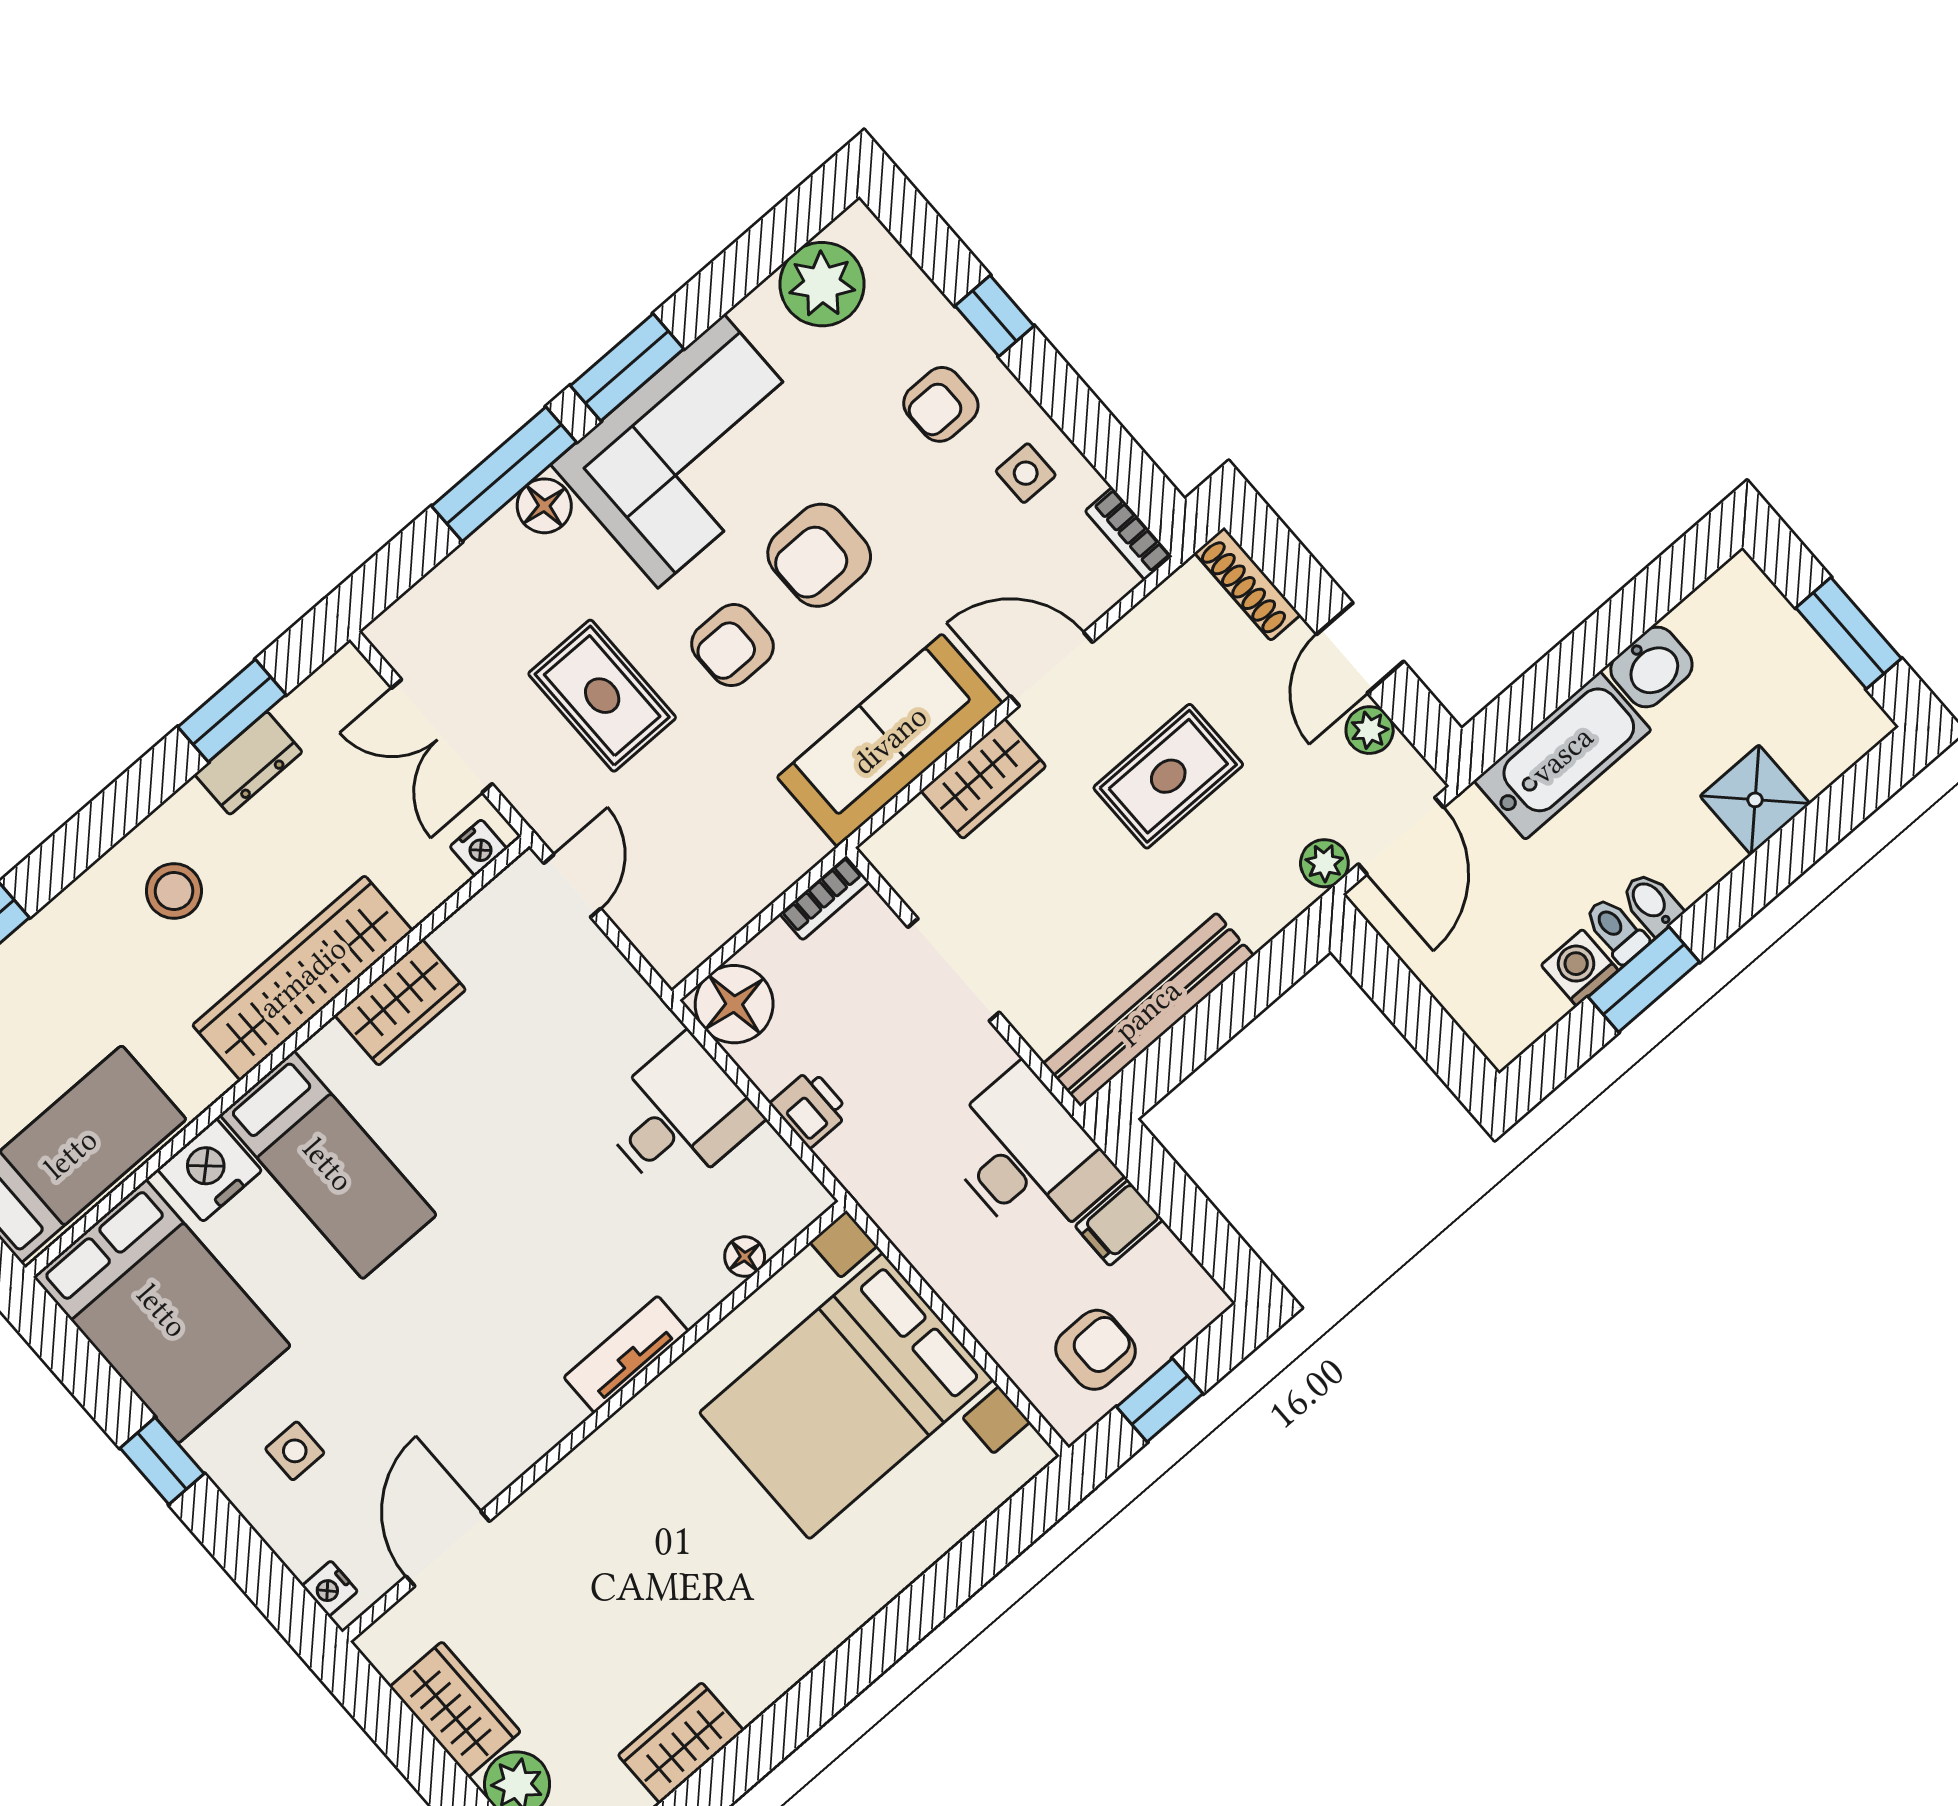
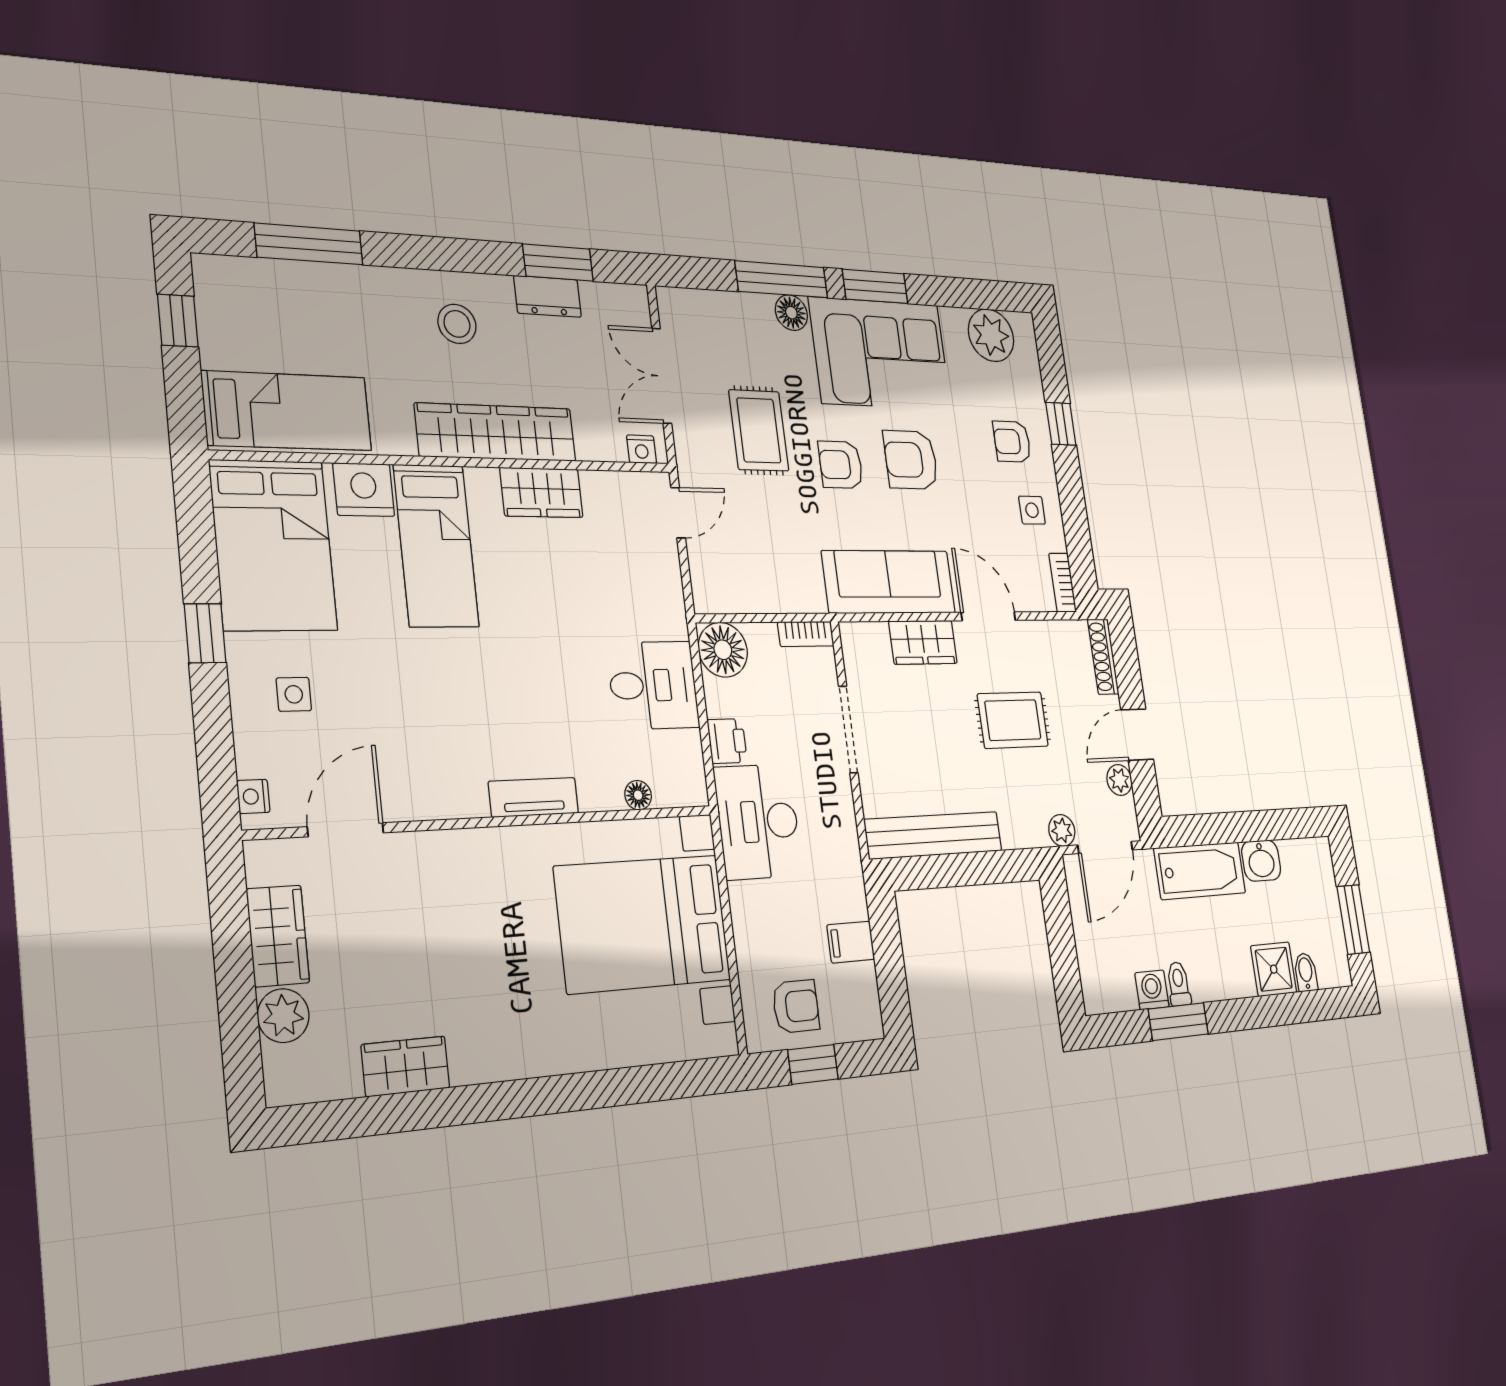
bidet: (1651, 903) -> (1306, 972), moved
desk: (1027, 1157) -> (758, 822), moved, turned 180

